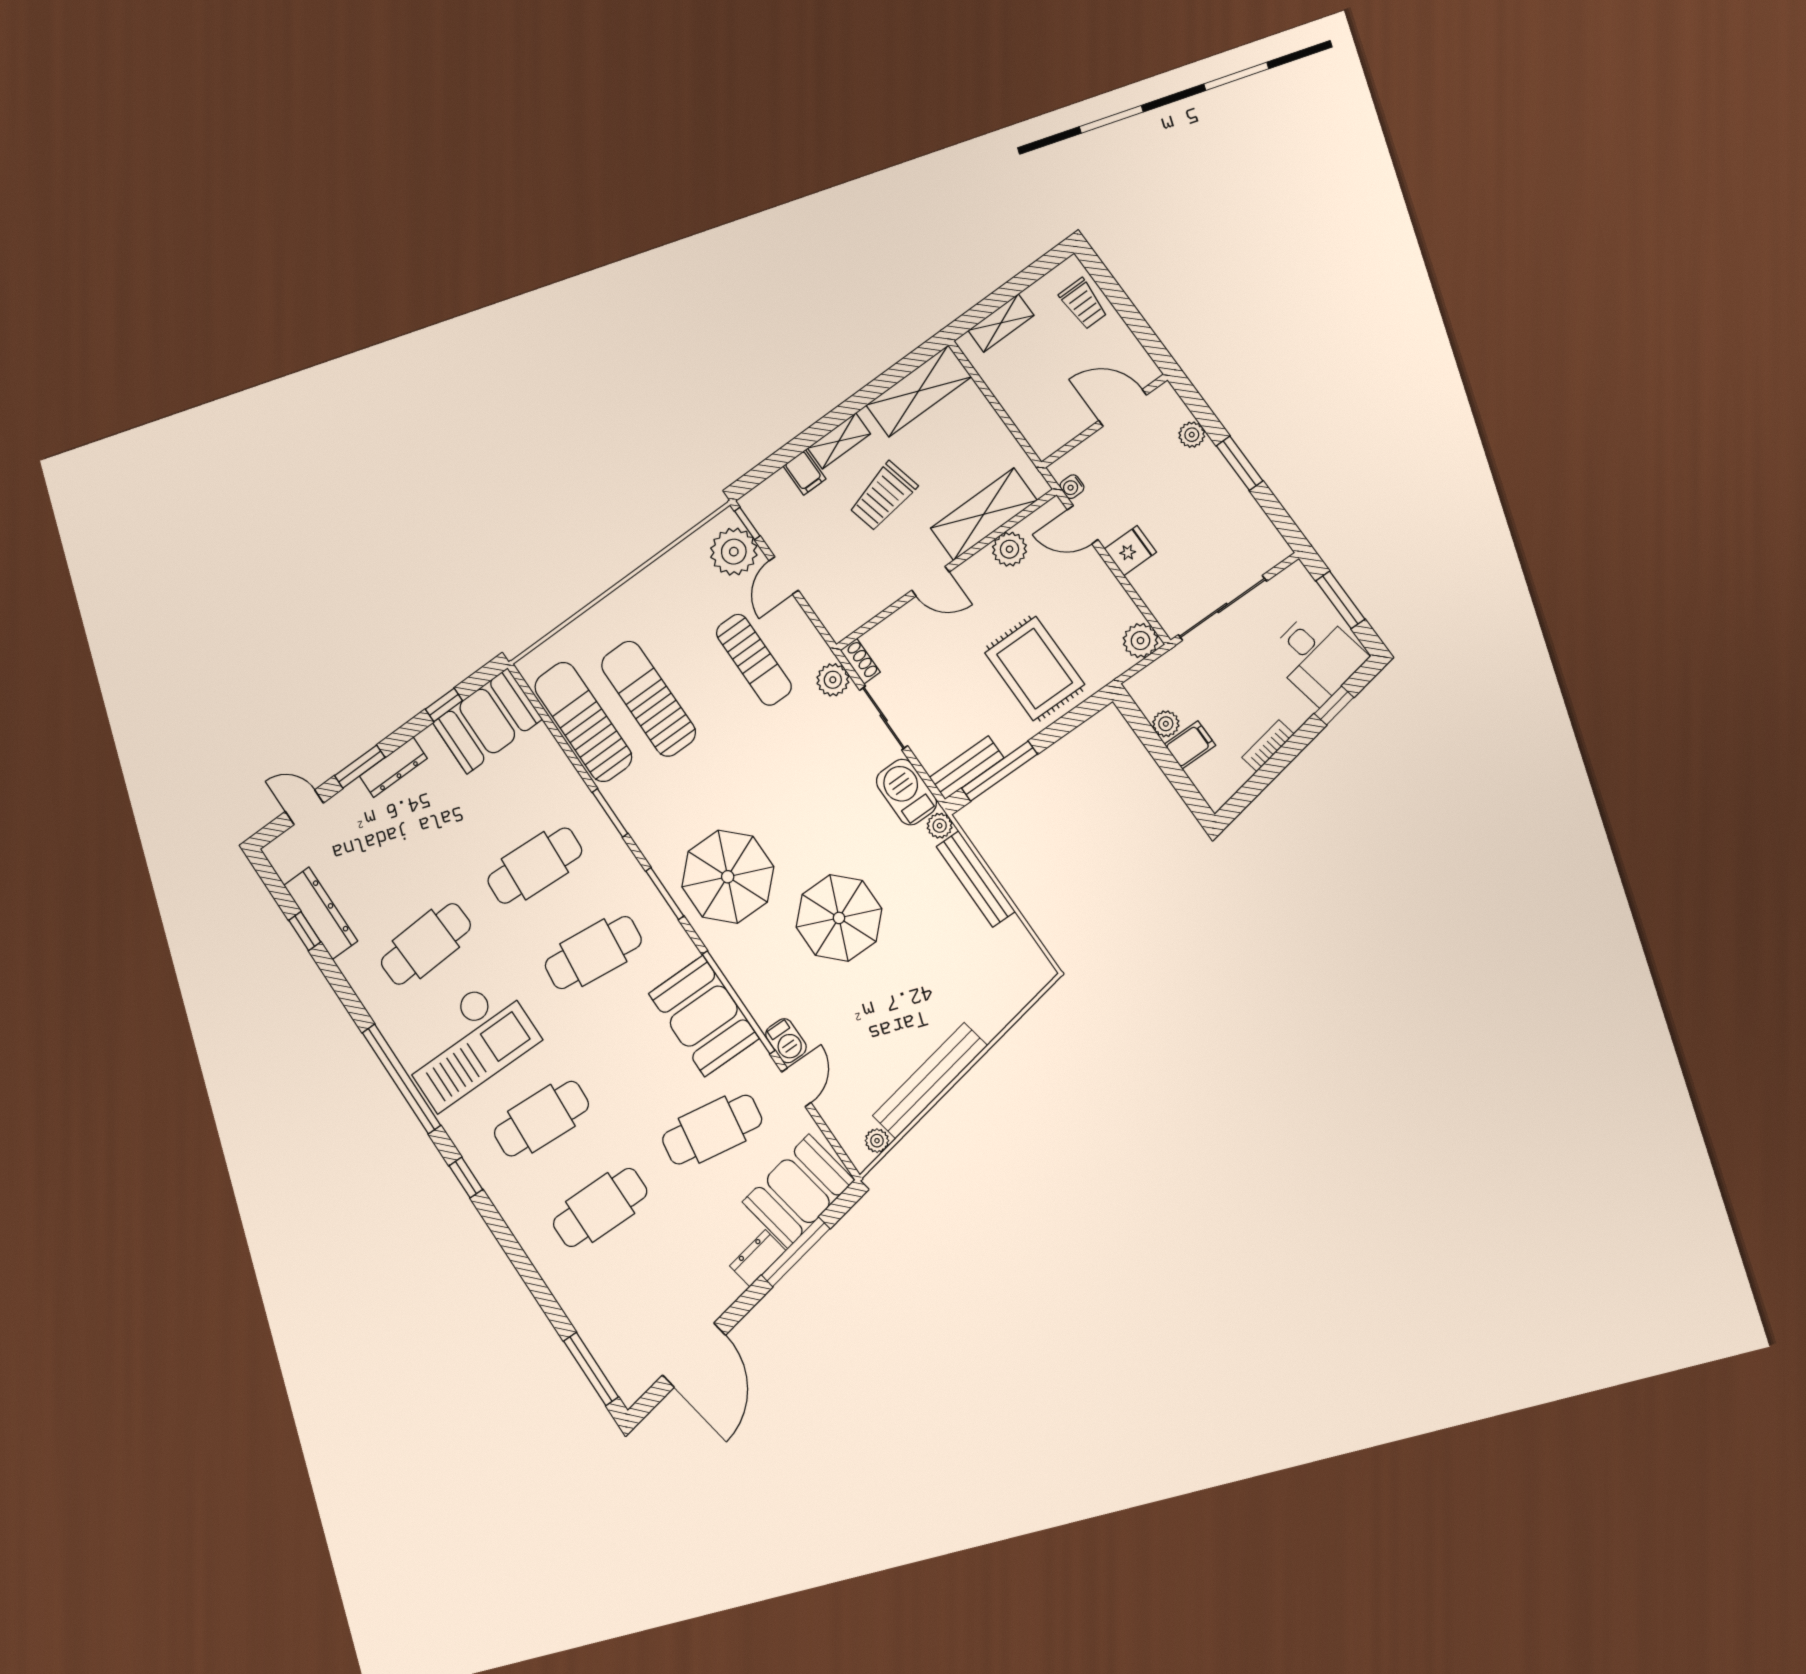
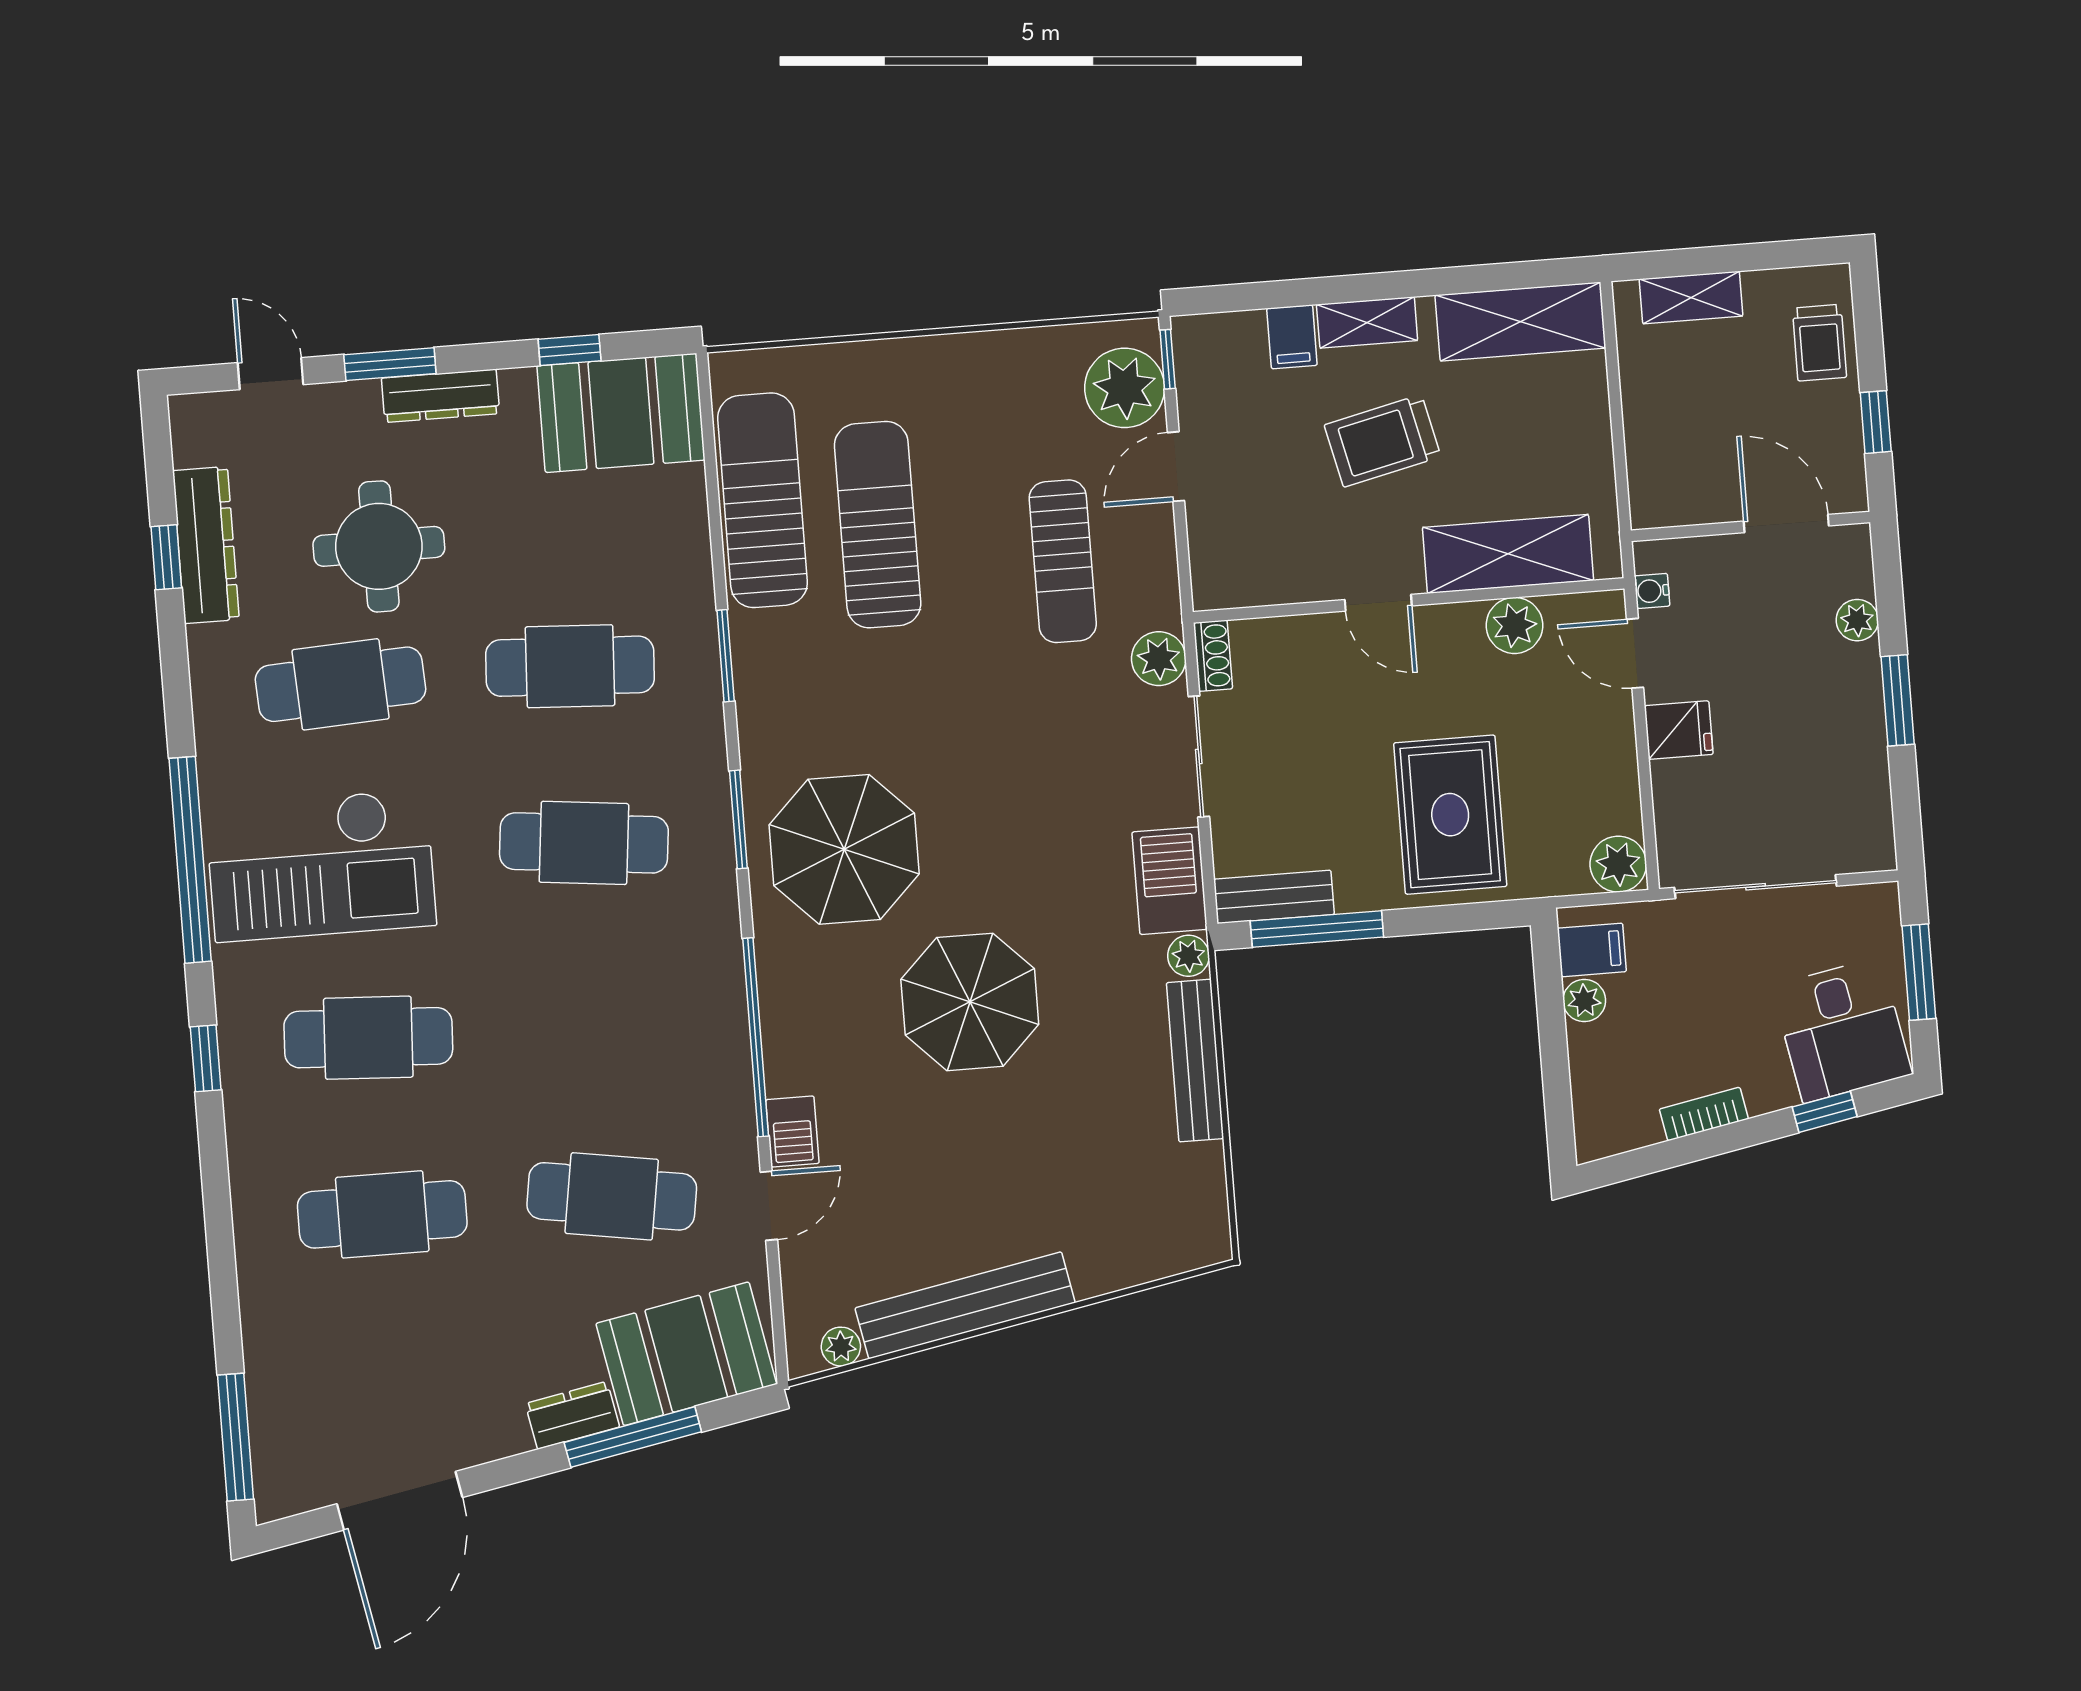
window: (1138, 326) -> (1876, 422), added
filing cabinet: (1190, 745) -> (1592, 950), moved
round table: (406, 862) -> (379, 546), added
booth: (704, 1016) -> (693, 1028), removed

